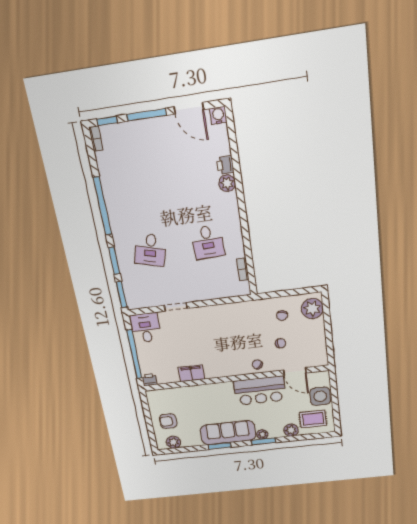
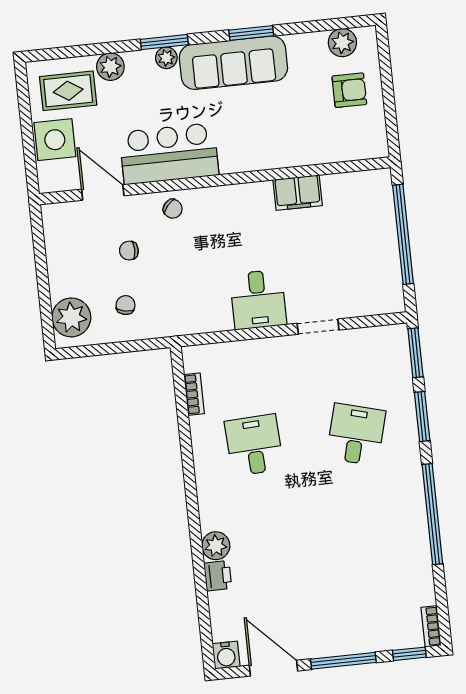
desk: (146, 328) -> (258, 300), moved
printer: (149, 380) -> (379, 181), removed

